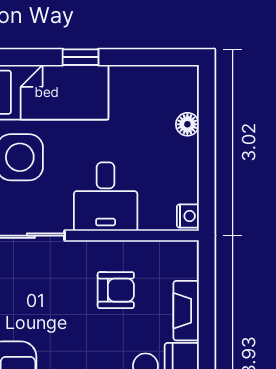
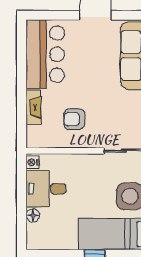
desk: (106, 197) -> (46, 189), moved, turned -90

